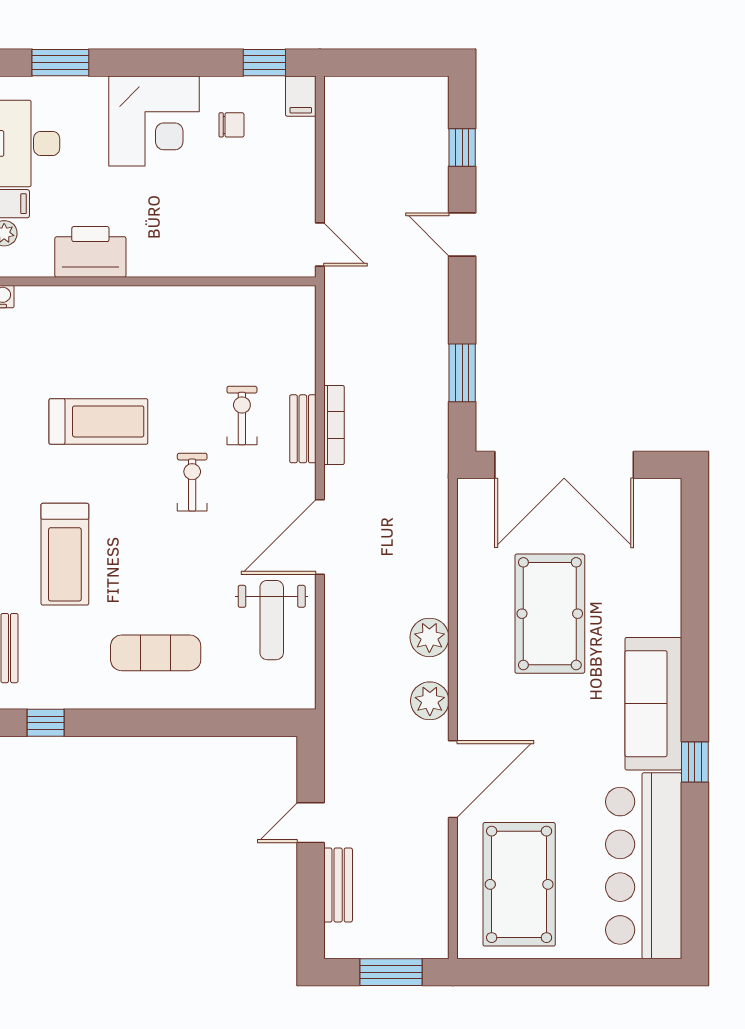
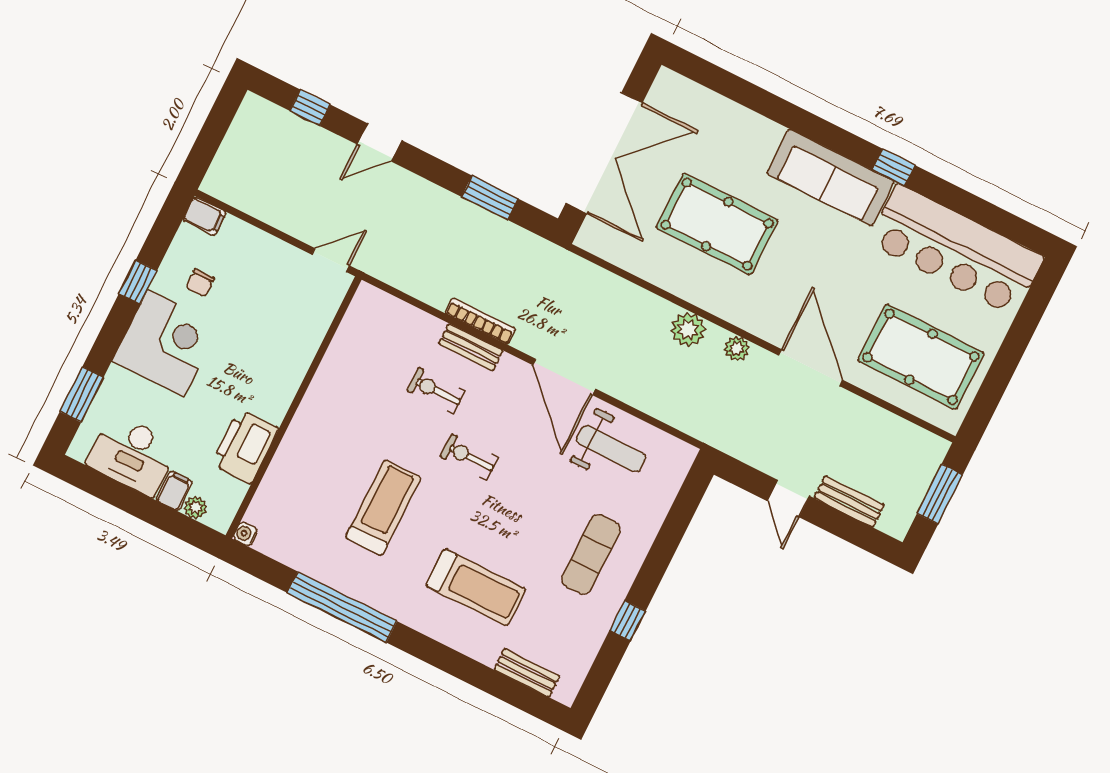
window: (264, 63) -> (138, 282), moved
chair: (231, 125) -> (200, 283), turned 180
plant: (430, 701) -> (737, 349), width x0.73, depth x0.73
window: (46, 723) -> (628, 621), moved

